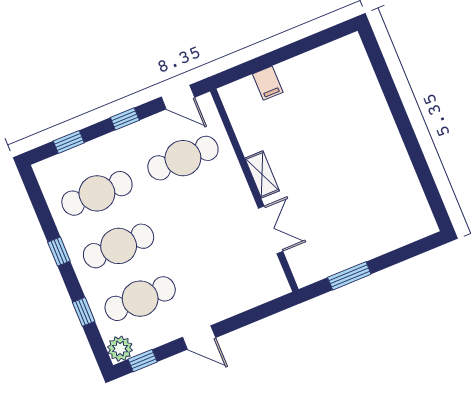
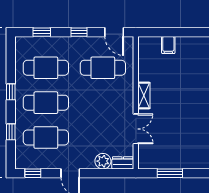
dresser: (272, 289) -> (123, 163), added
plant: (120, 349) -> (103, 161), moved

